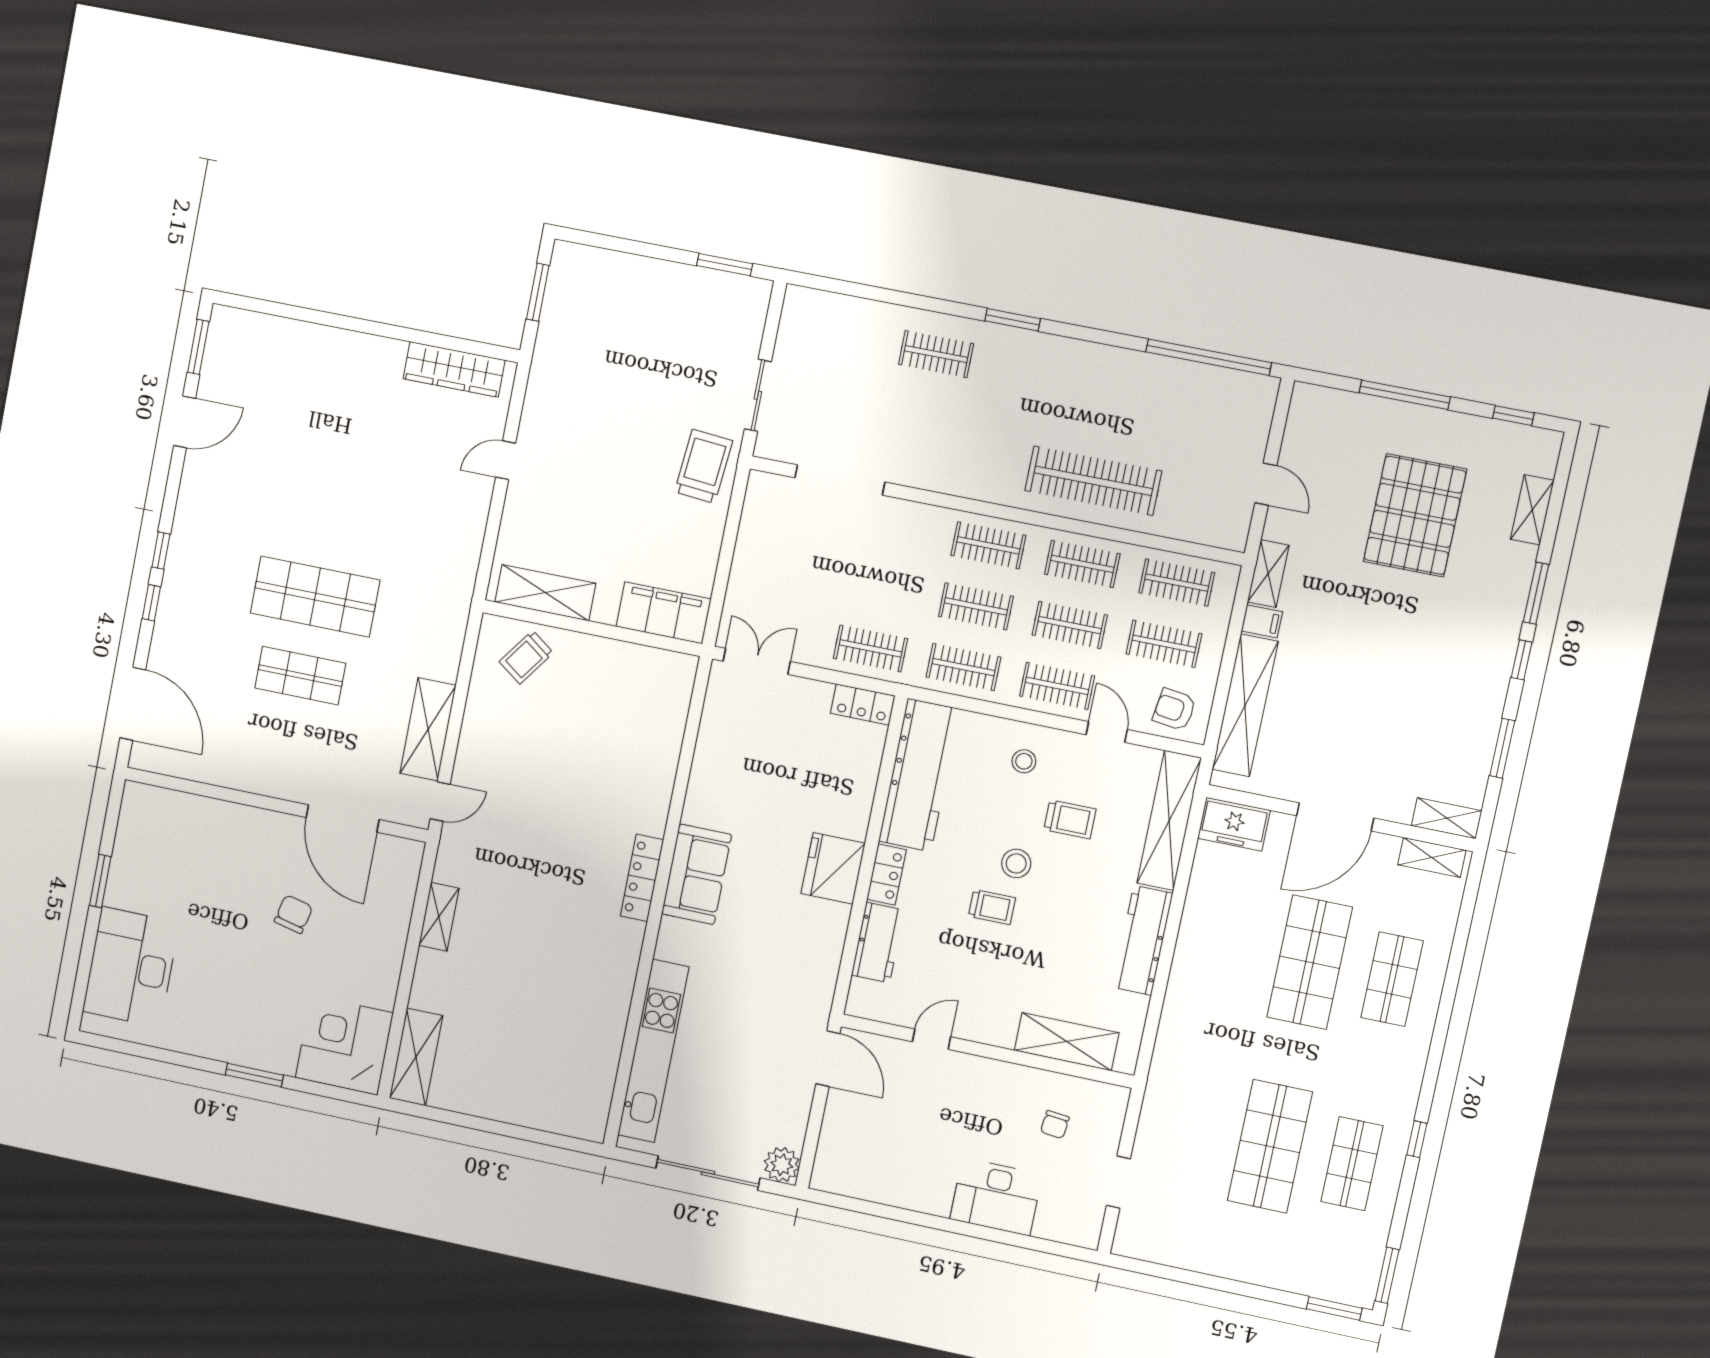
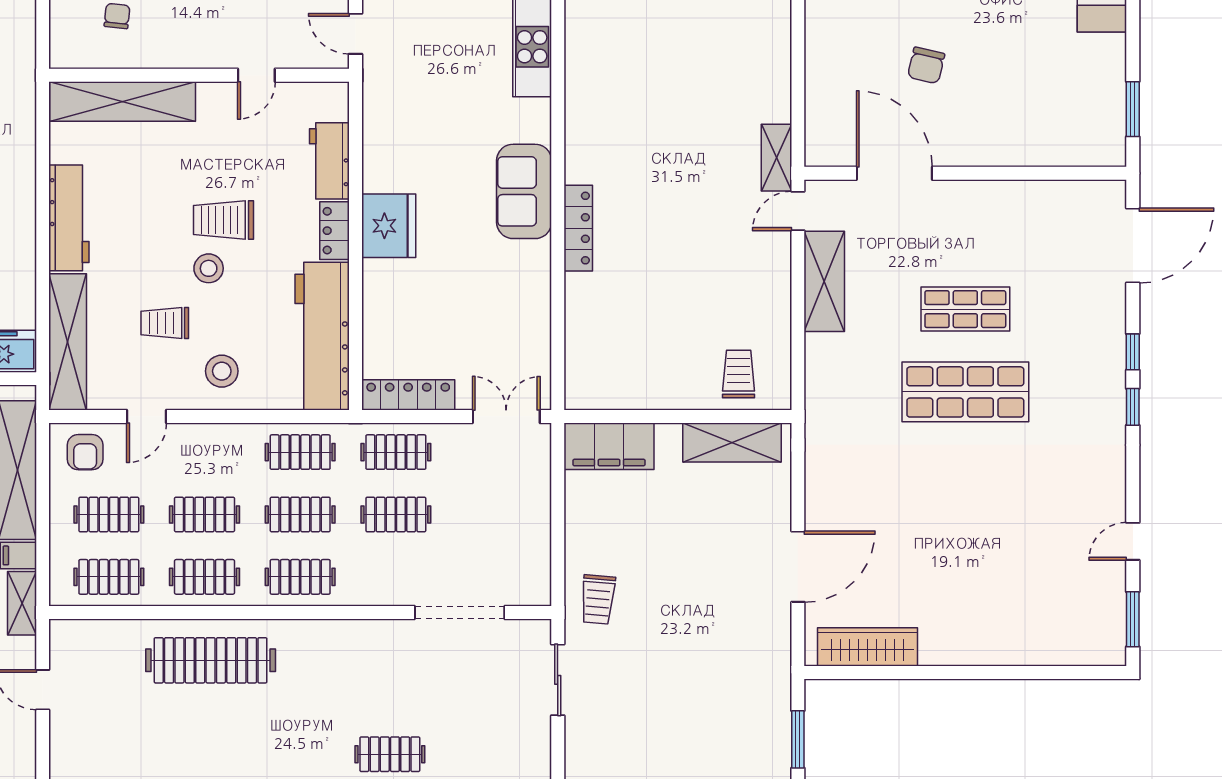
door: (185, 422) -> (1133, 541), width x0.73
door: (506, 460) -> (798, 567), width x1.87
trolley: (704, 466) -> (598, 599), width x0.73, depth x0.72
trolley: (526, 657) -> (739, 374), turned -36
double door: (757, 661) -> (506, 417), swing flipped
clothes rail: (1057, 686) -> (396, 514), moved
door: (133, 704) -> (1133, 246), swing flipped
locker: (863, 705) -> (408, 395), width x1.53
armchair: (1174, 709) -> (85, 452), turned 82
door: (1107, 732) -> (147, 417), hinge flipped
stool: (1024, 761) -> (222, 371), width x1.37, depth x1.37
locker: (642, 878) -> (578, 228), moved
window: (100, 881) -> (1133, 109), moved
trolley: (992, 907) -> (224, 220), width x1.36, depth x1.39
shelving: (439, 917) -> (776, 158), moved
shelving: (1067, 1042) -> (123, 101), width x1.47
door: (828, 1059) -> (355, 34), width x0.73

